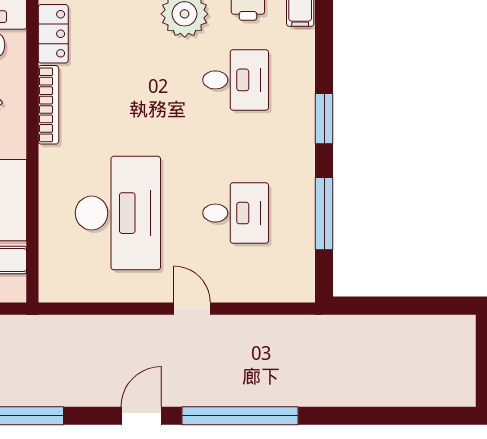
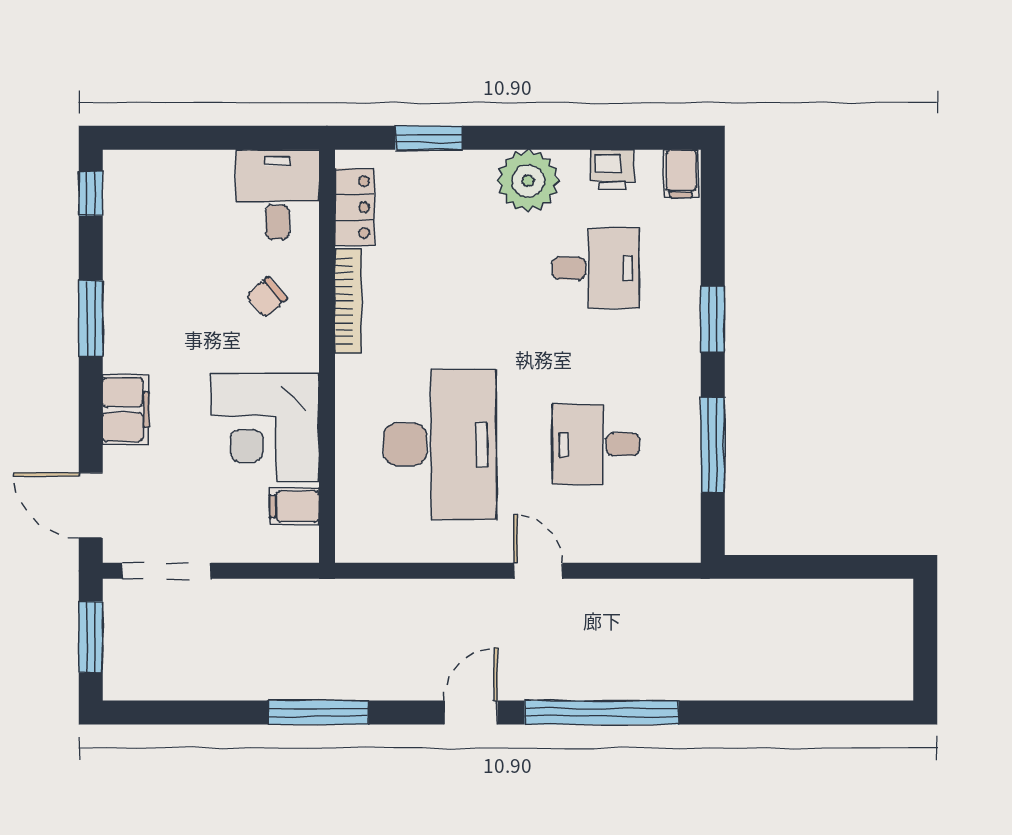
desk: (236, 213) -> (596, 444), turned 180

